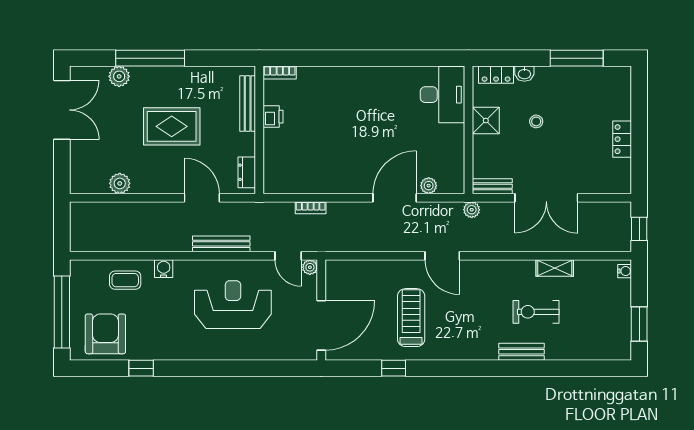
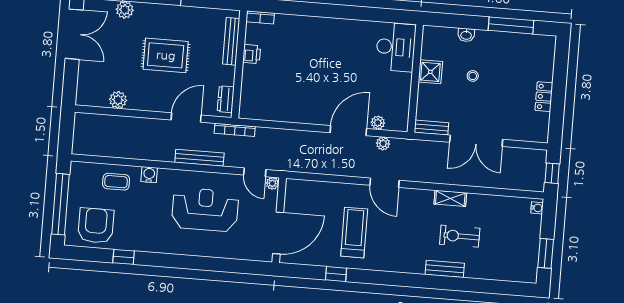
locker: (496, 75) -> (442, 34), removed
door: (202, 198) -> (186, 117), hinge flipped
bookcase: (311, 208) -> (235, 130), moved, width x1.56
plant: (472, 210) -> (383, 144), moved
shelving: (555, 268) -> (450, 198), moved

